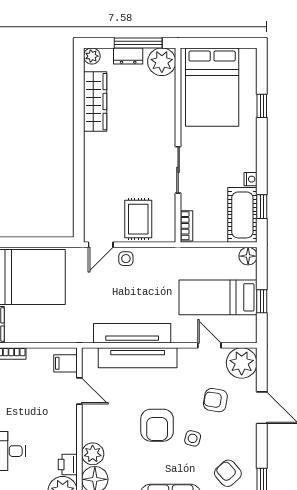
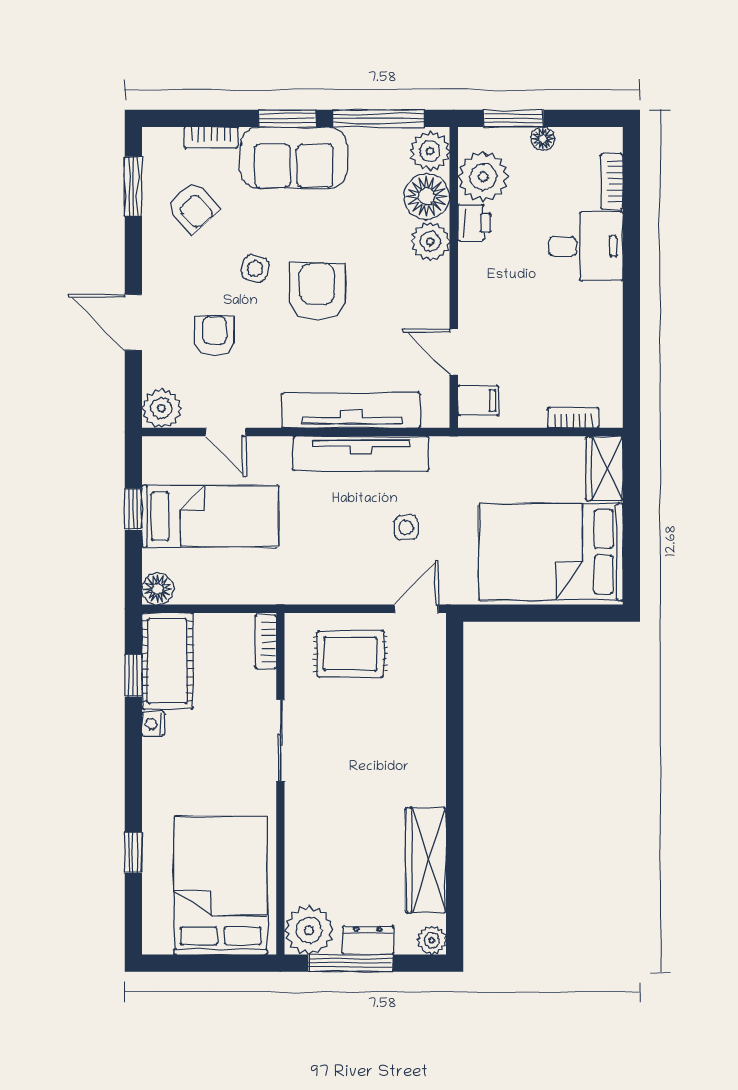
rug: (138, 219) -> (350, 654), turned 90
side table: (126, 259) -> (406, 528), moved
plant: (242, 363) -> (162, 408), width x0.73, depth x0.73
armchair: (215, 400) -> (215, 336), turned -99

